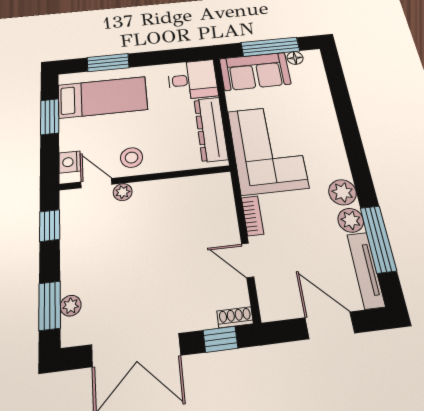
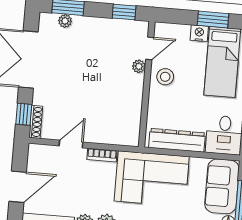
nightstand: (70, 162) -> (199, 33), moved
shoe rack: (235, 317) -> (36, 122), width x1.43

